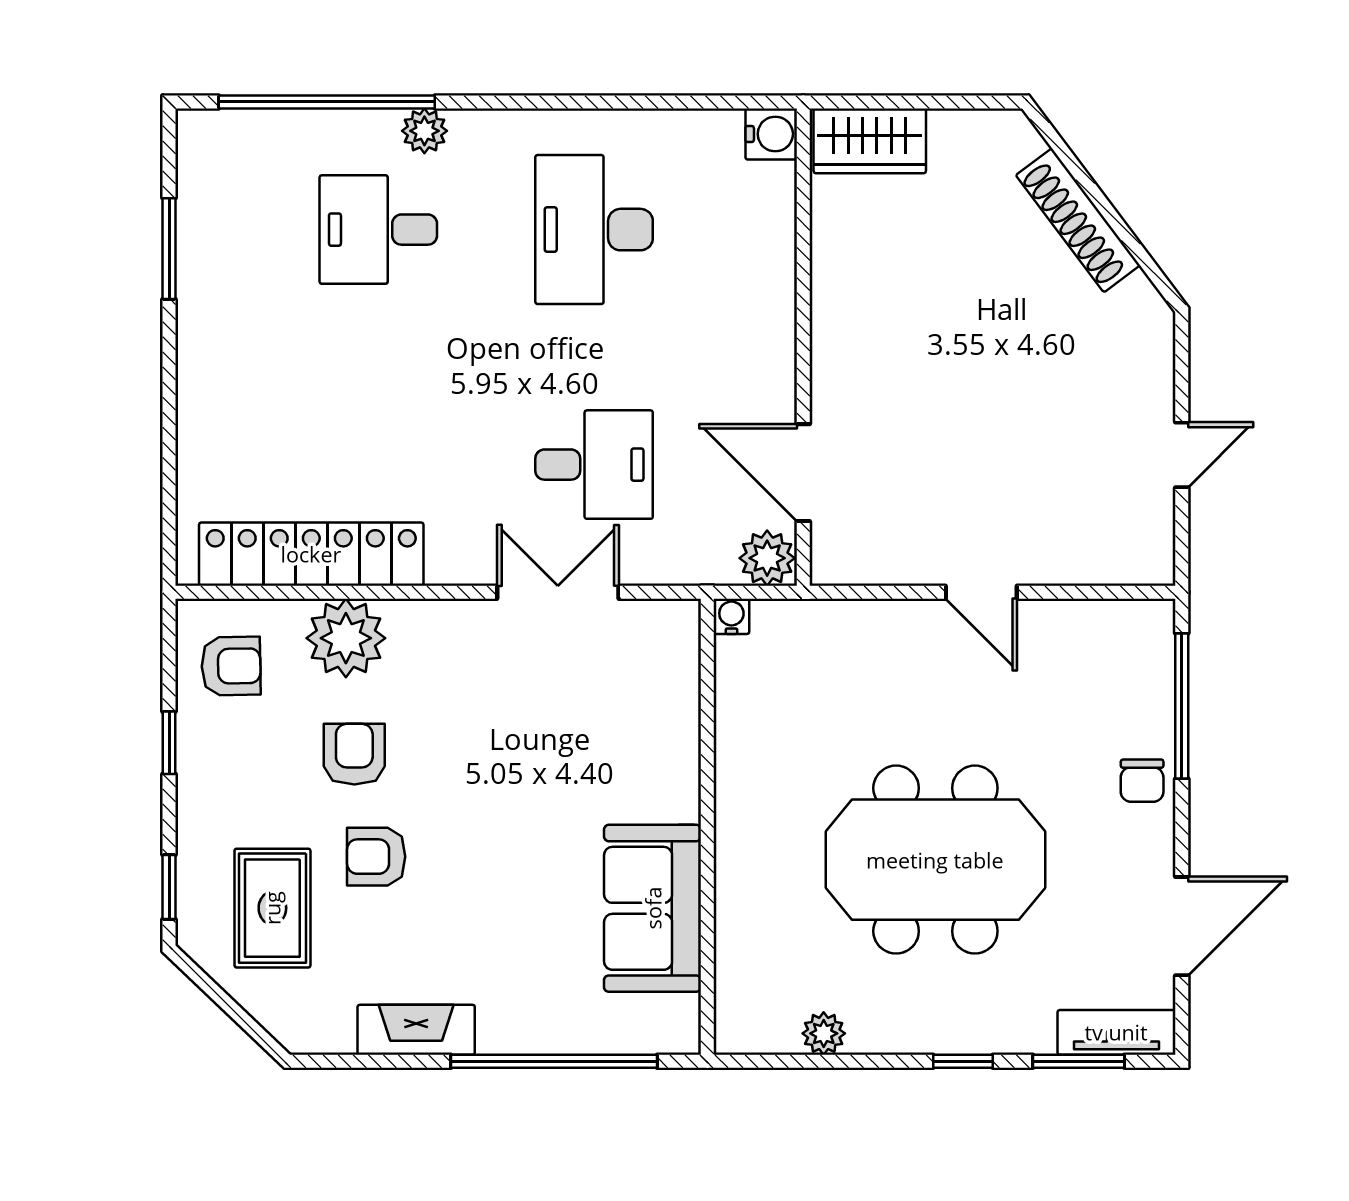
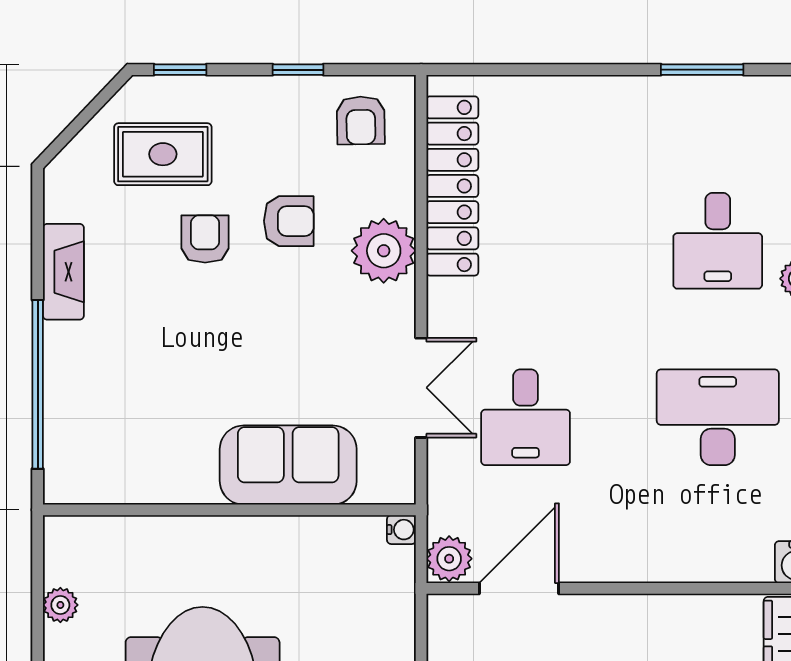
desk: (378, 230) -> (718, 241), turned 180
plant: (346, 638) -> (384, 251), moved
sofa: (653, 908) -> (288, 465), moved

